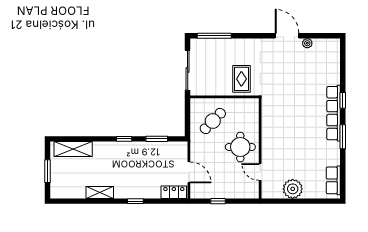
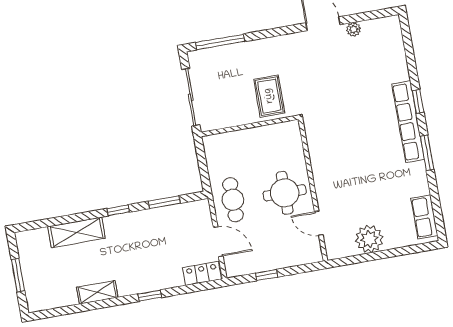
cafe table: (213, 121) -> (233, 200), moved, turned -44
shelving: (73, 149) -> (77, 232), moved

